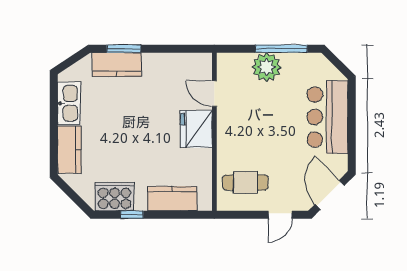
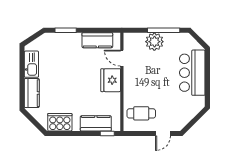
kitchen counter: (117, 65) -> (97, 40), moved
door: (330, 195) -> (194, 121), removed
window: (132, 215) -> (107, 133), moved

